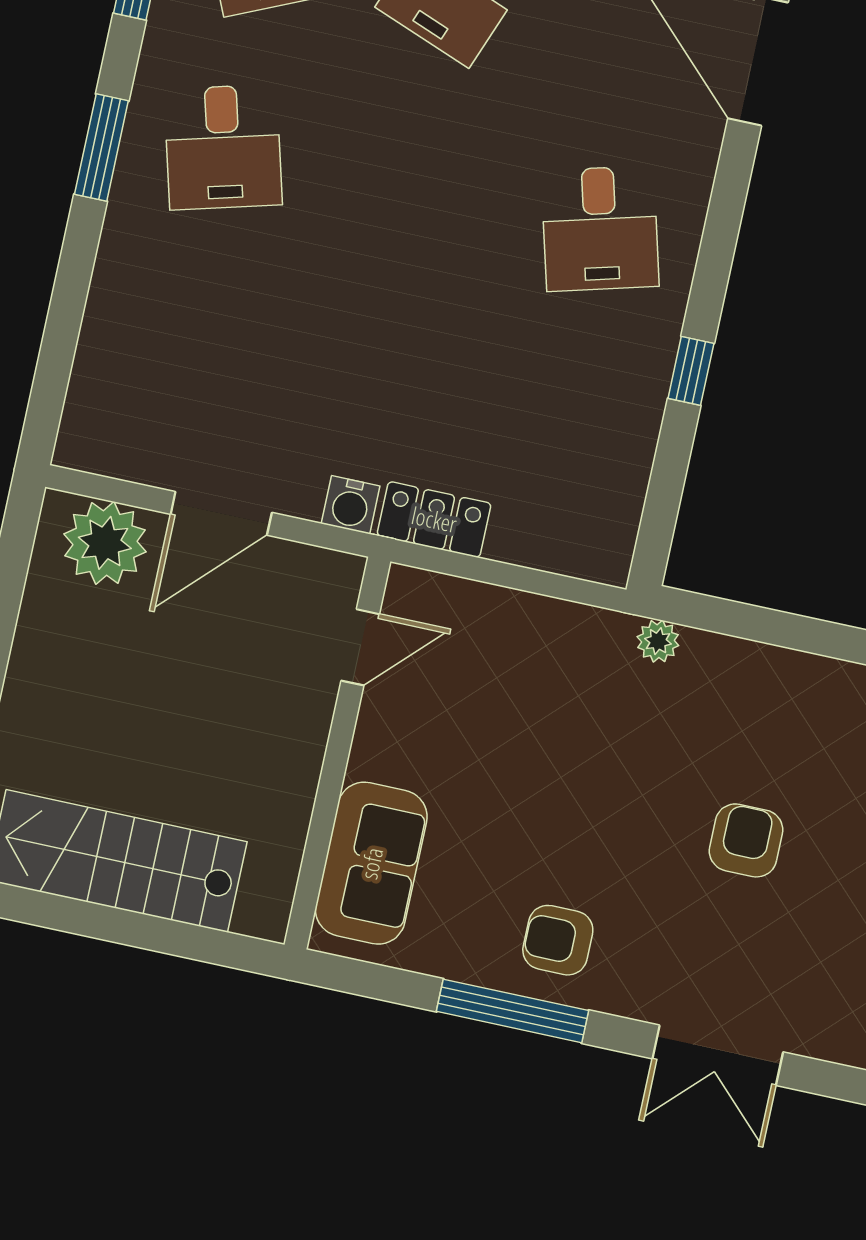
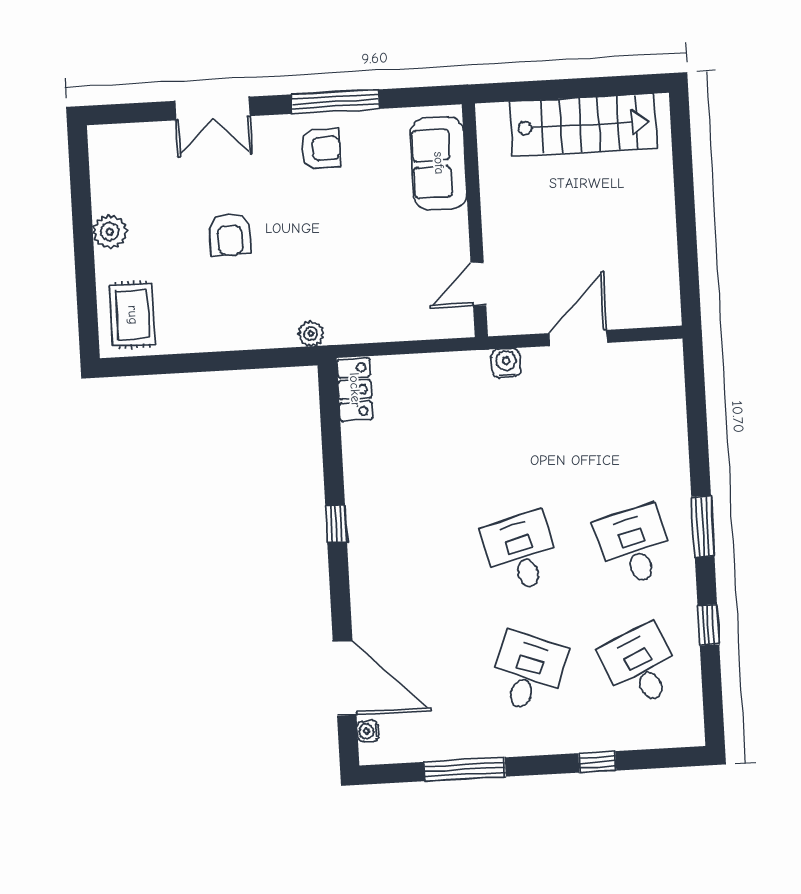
desk: (600, 229) -> (521, 552), moved
window: (691, 371) -> (336, 524), moved
locker: (434, 519) -> (355, 390), moved, turned -90
plant: (105, 543) -> (639, 303), removed
double door: (718, 1055) -> (212, 109), swing flipped

